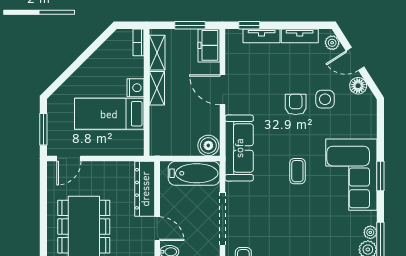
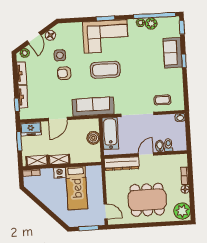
boiler: (208, 145) -> (93, 138), moved
coffee table: (297, 171) -> (105, 70), width x1.86, depth x1.72

